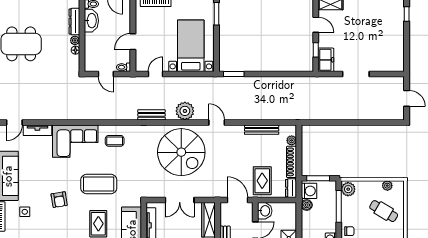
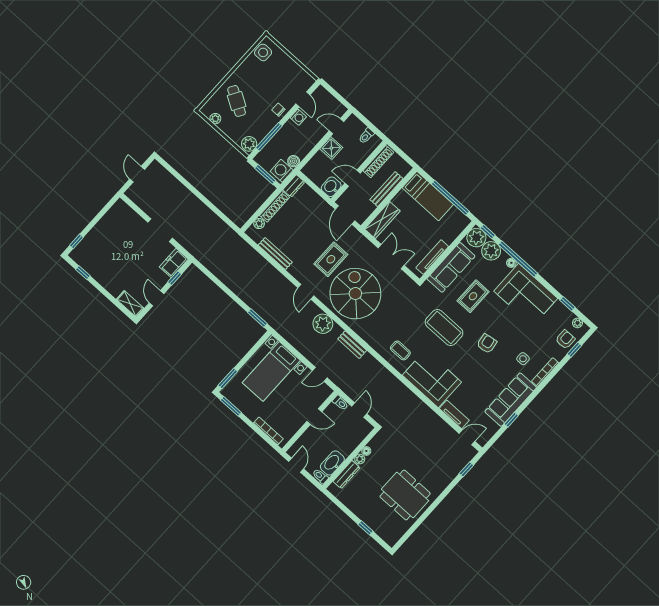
rug: (262, 181) -> (331, 259), moved

